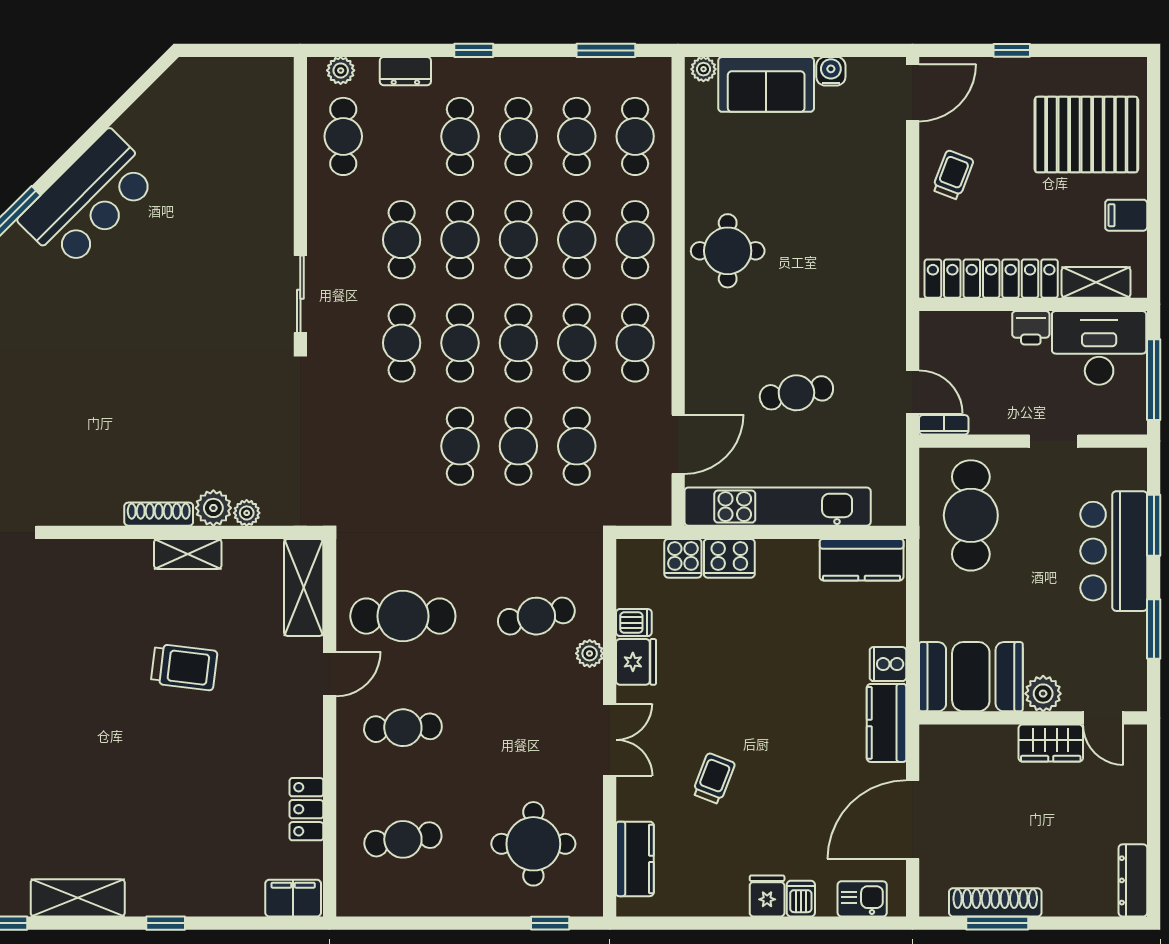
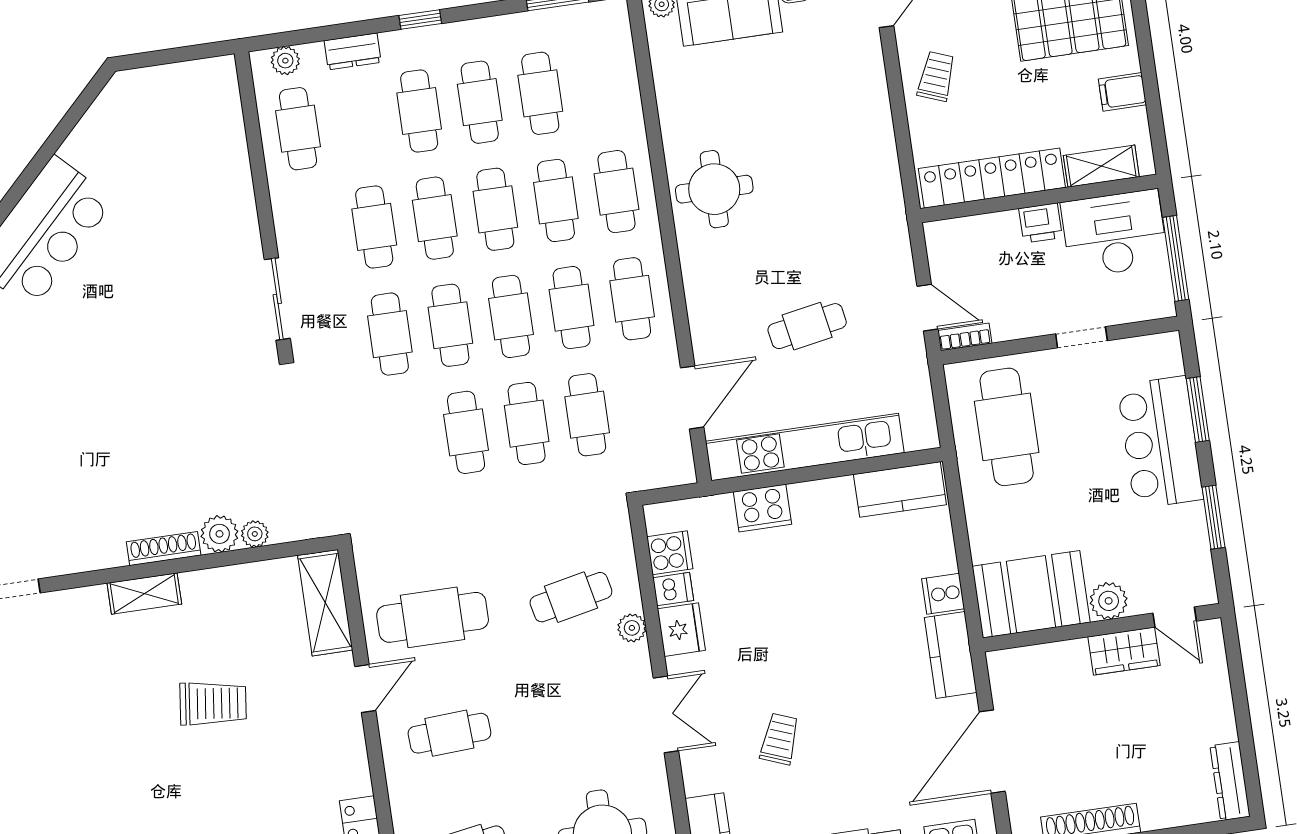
cafe table: (635, 136) -> (601, 84), removed
shelving: (188, 554) -> (144, 594), moved
cooker: (683, 558) -> (670, 553), moved, turned -90

